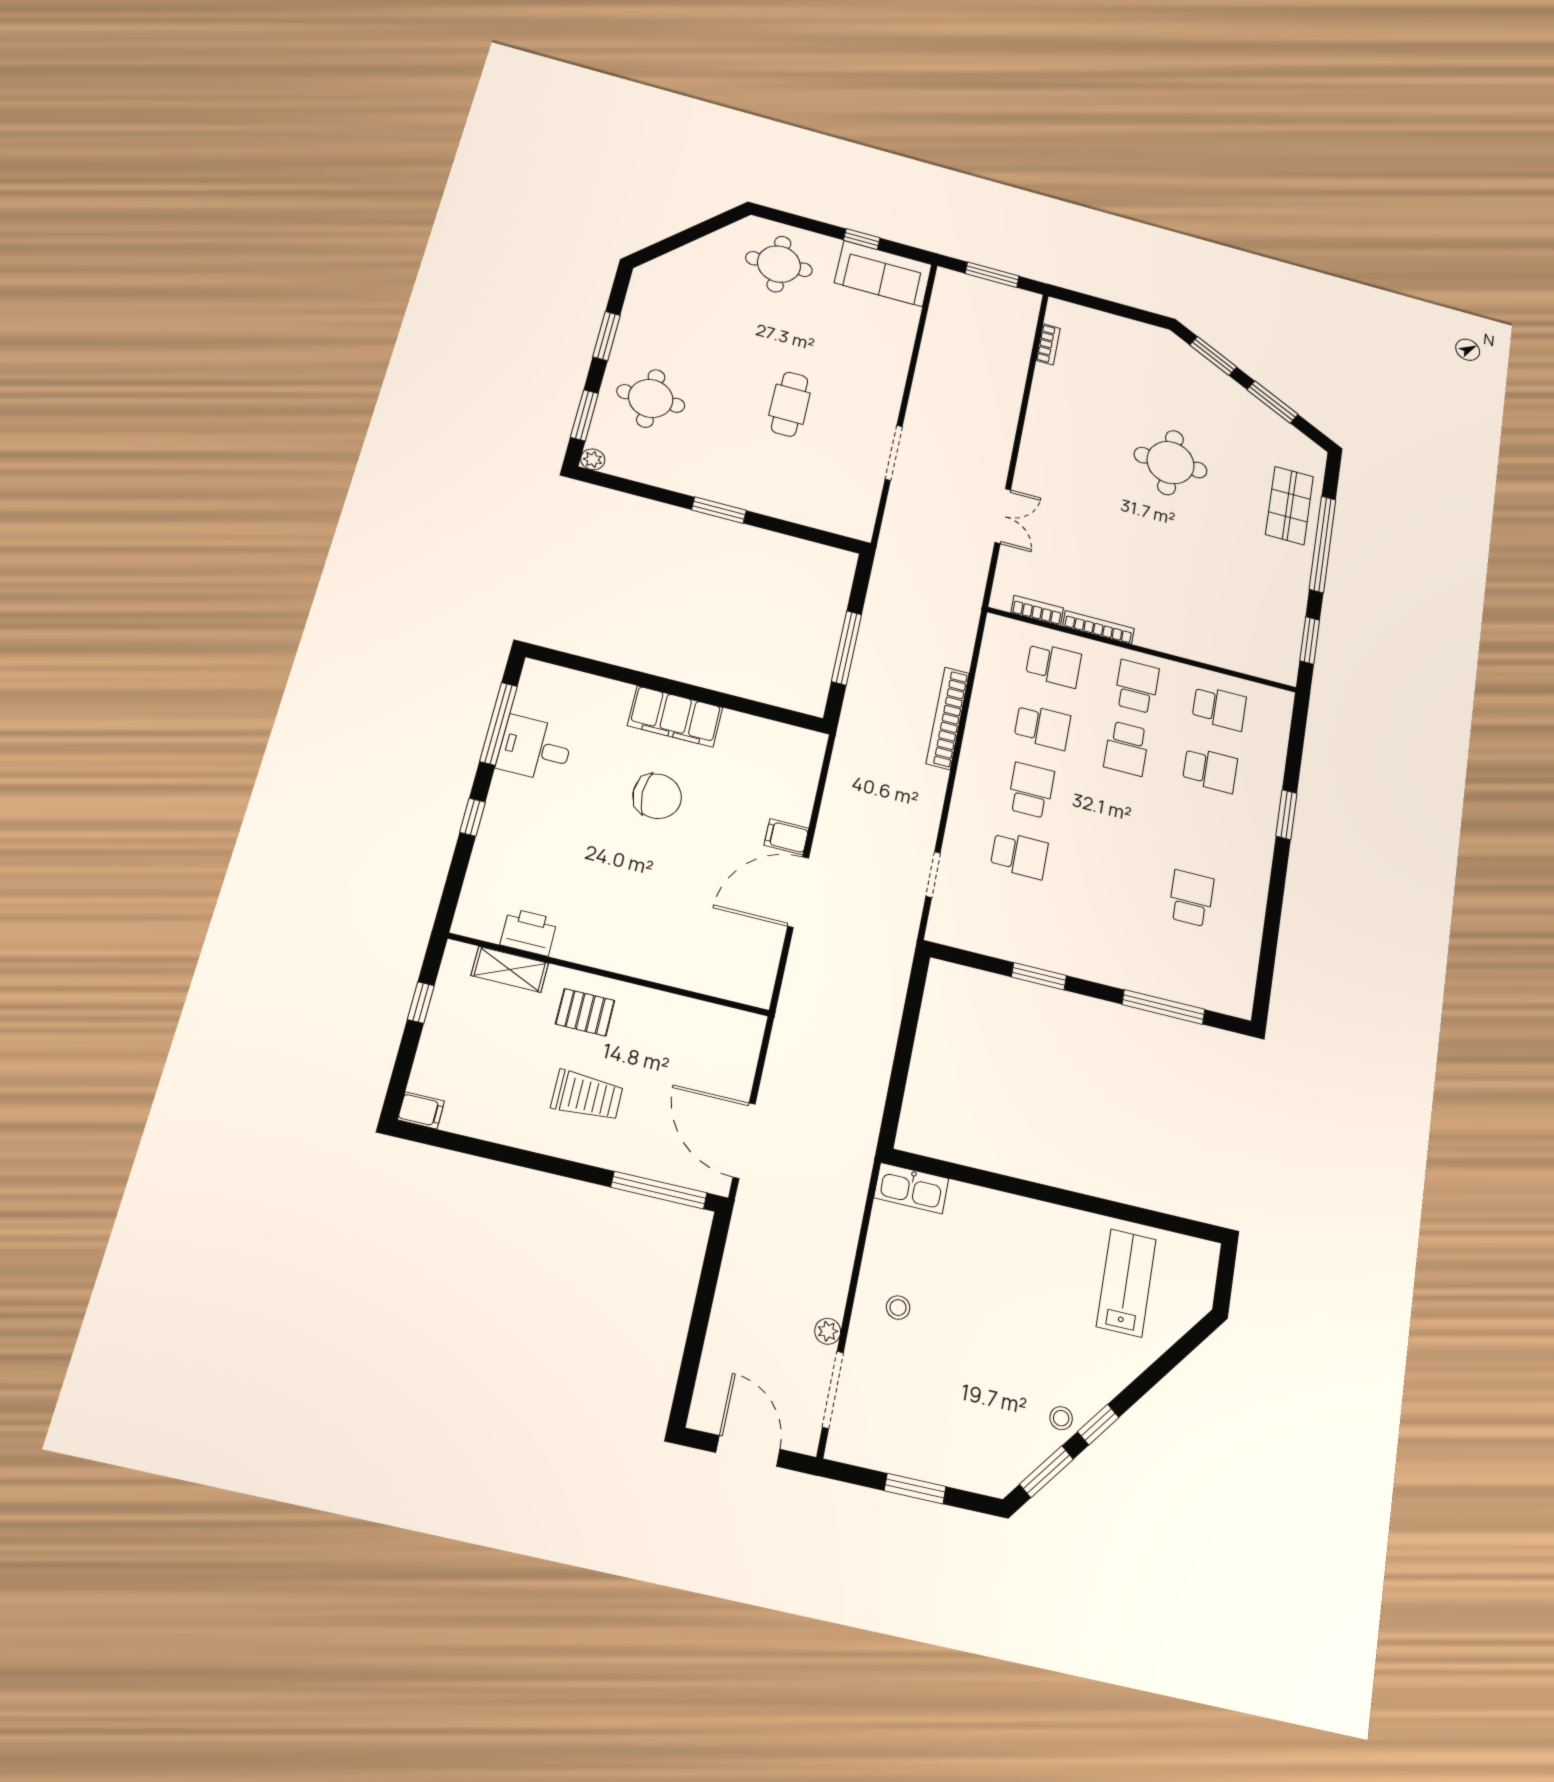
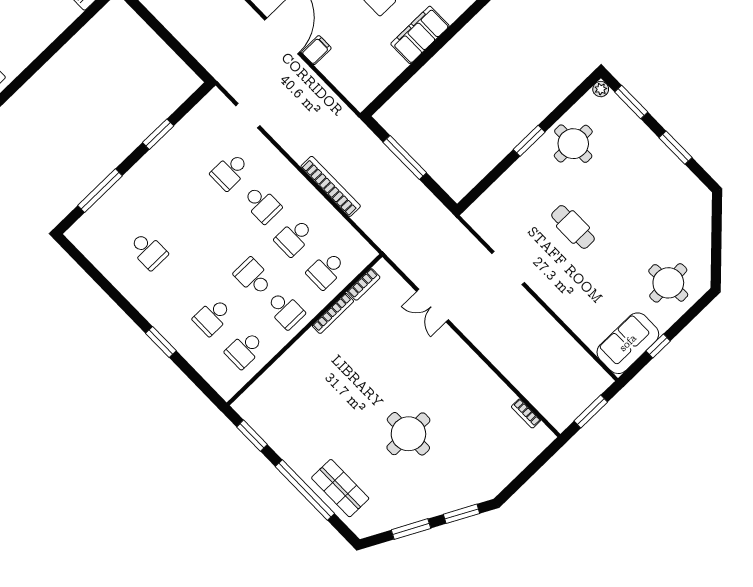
round table: (651, 398) -> (573, 144), moved

